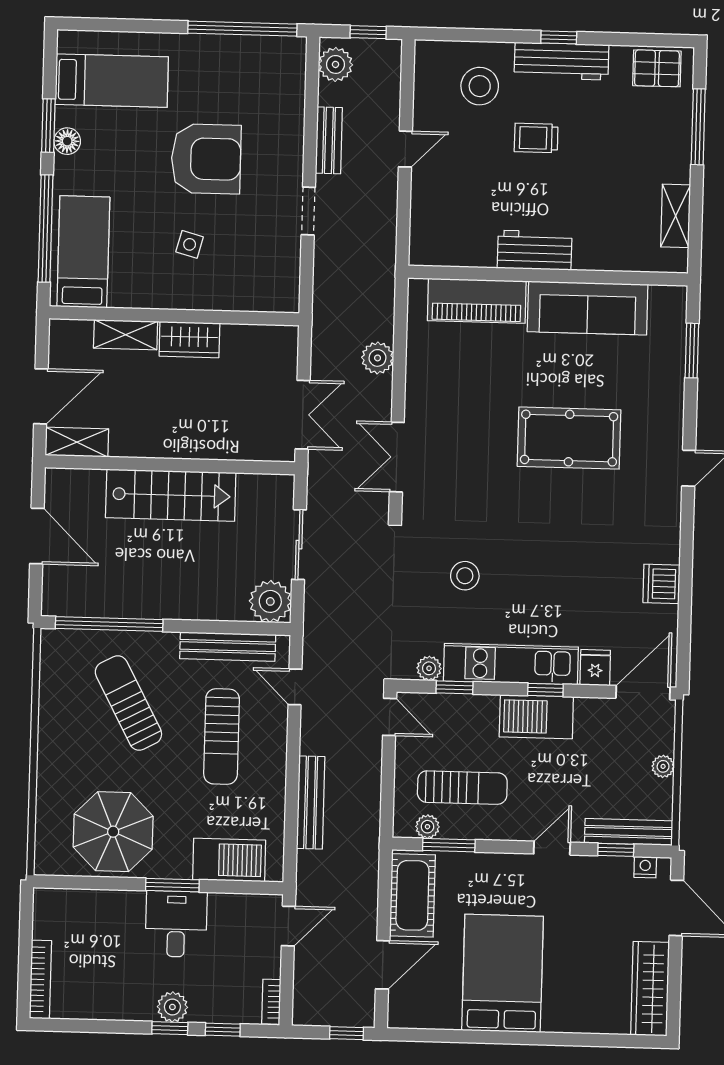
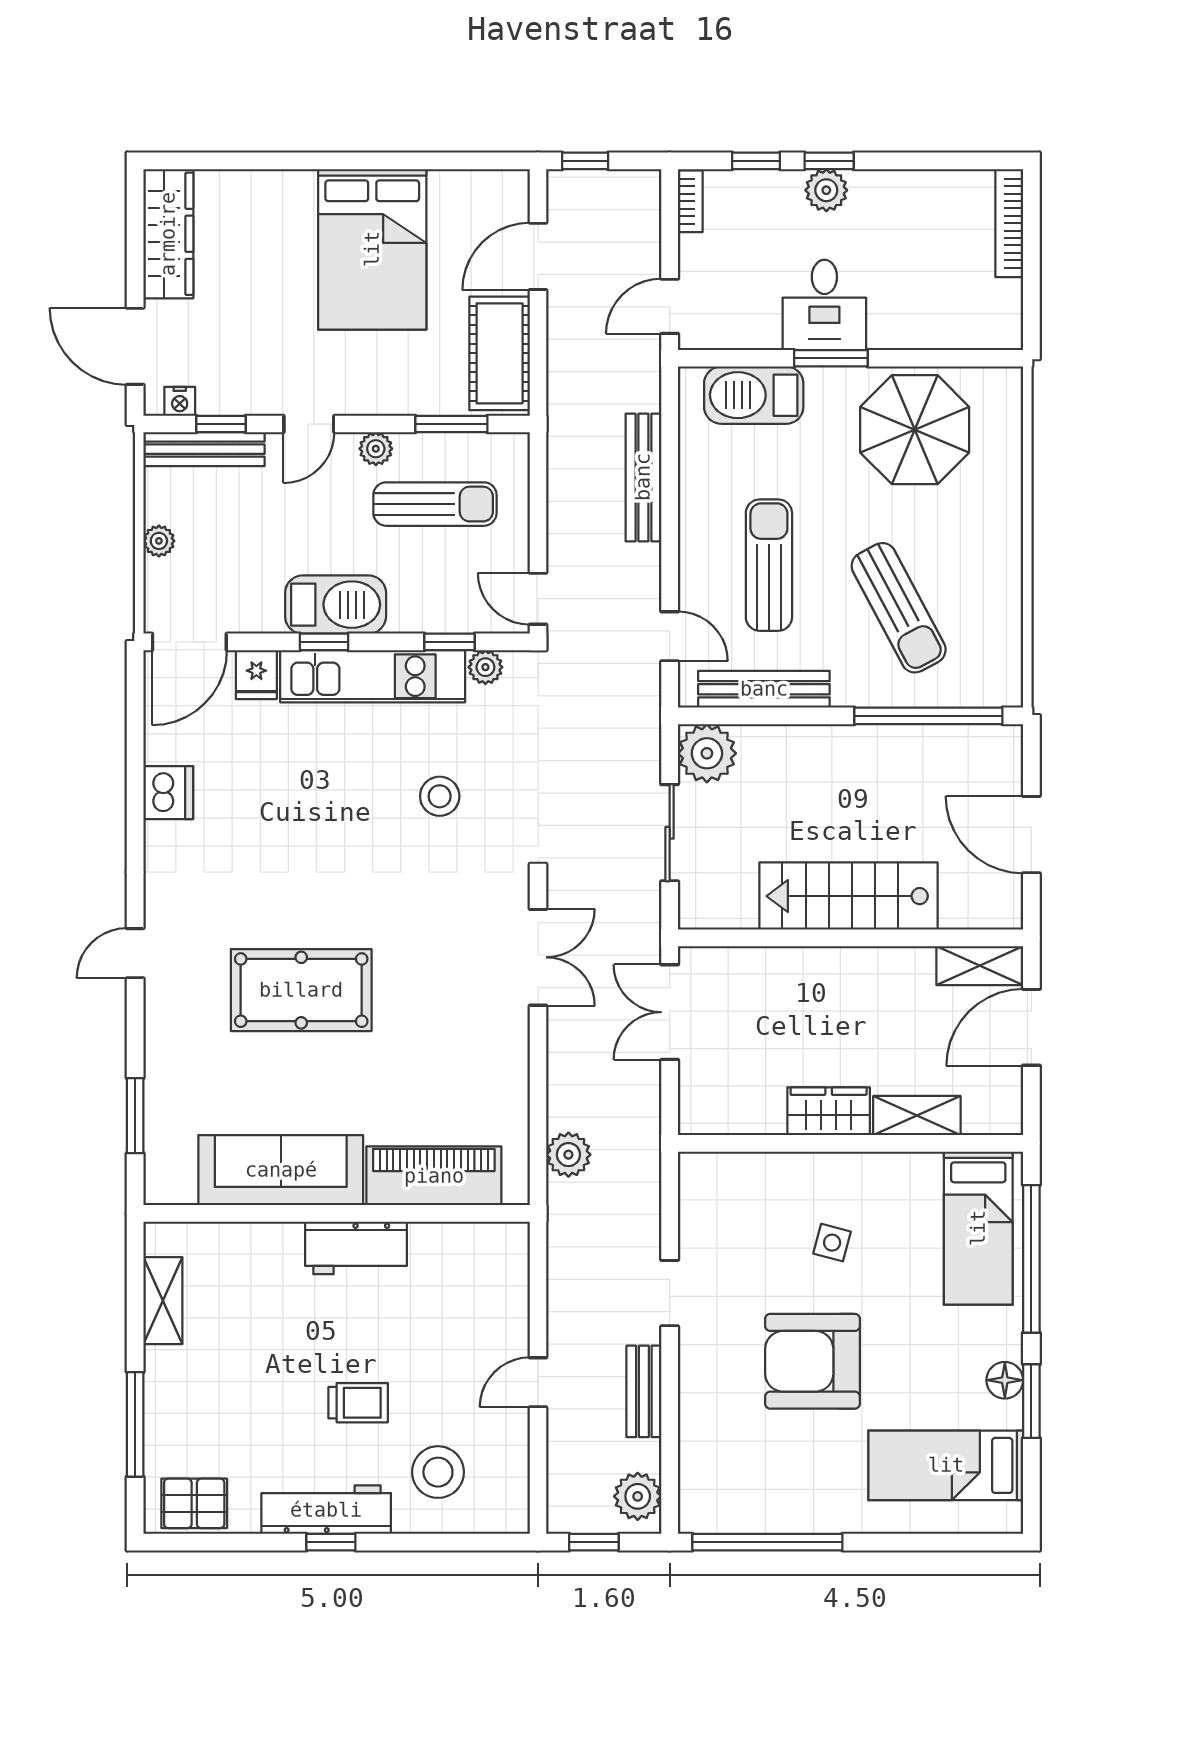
plant: (378, 358) -> (568, 1155), moved
sun lounger: (462, 788) -> (435, 504), turned 180
plant: (427, 827) -> (376, 449), moved

